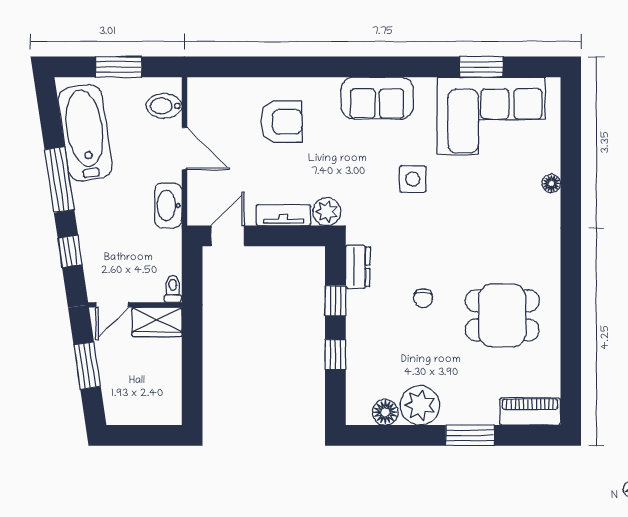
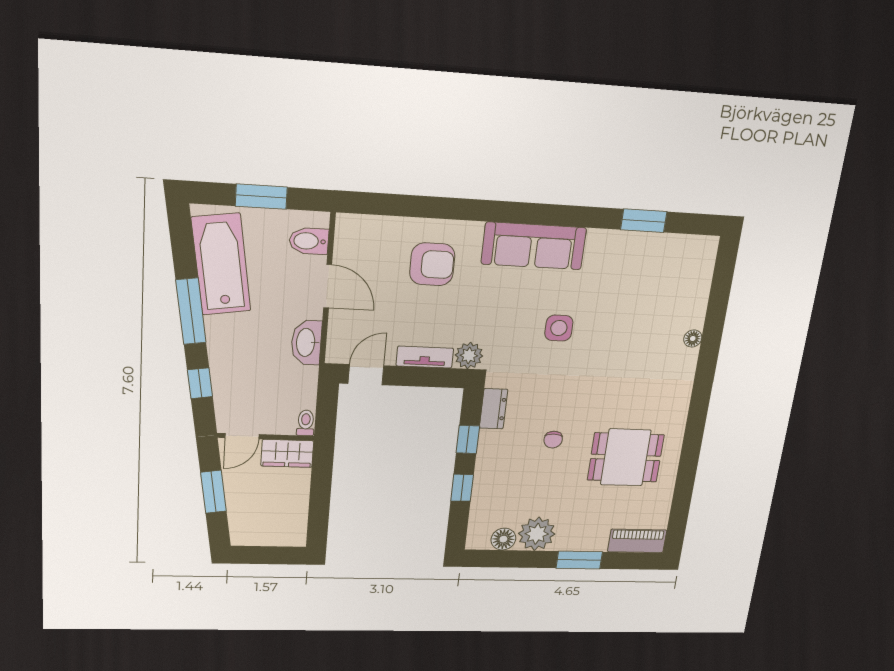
sofa: (377, 98) -> (534, 246), width x1.36
corner sofa: (491, 116) -> (646, 270), removed

